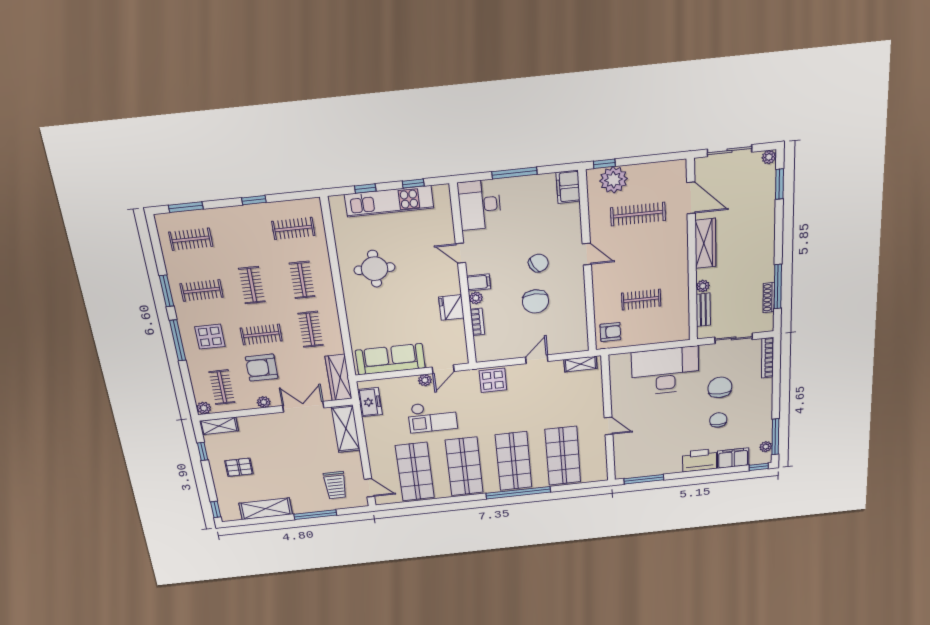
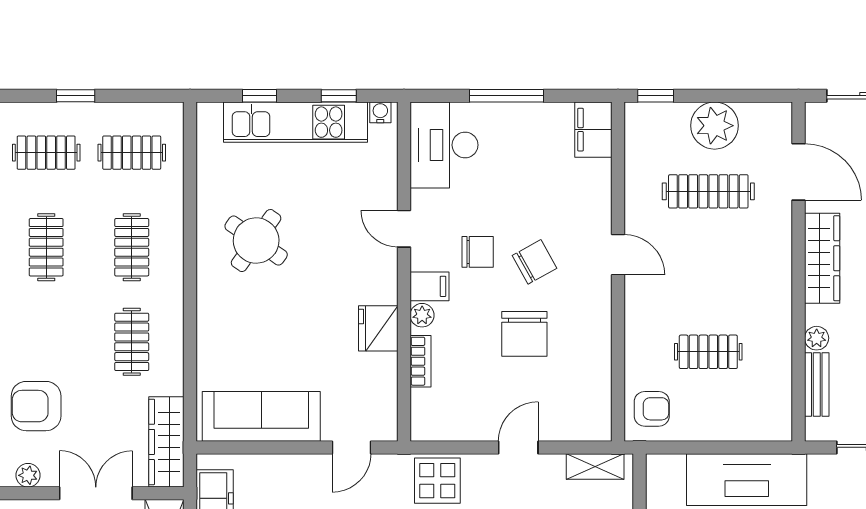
plant: (614, 180) -> (715, 126), moved
water cooler: (439, 190) -> (380, 112), added
chair: (505, 261) -> (478, 252), added
round table: (375, 269) -> (256, 241), turned 35
clothes rail: (261, 335) -> (46, 153), moved
plant: (425, 380) -> (317, 466), removed

